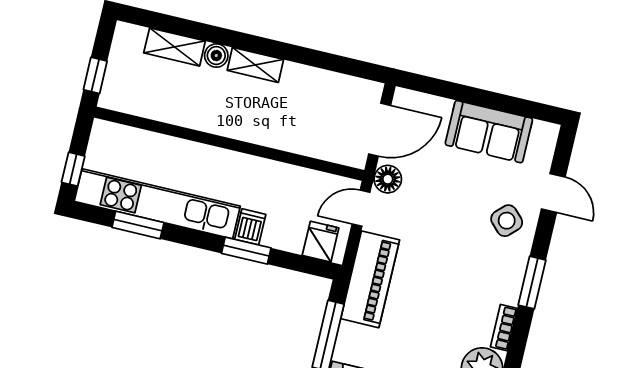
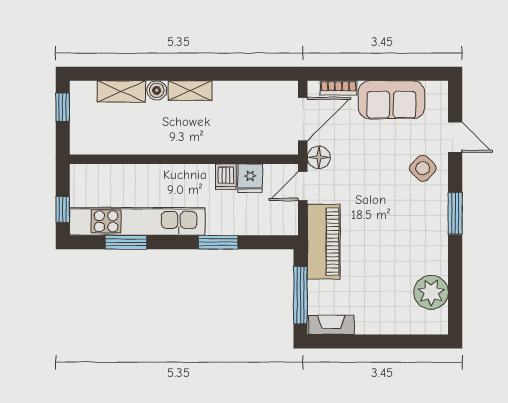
window: (95, 75) -> (63, 107), moved
dishwasher: (250, 227) -> (226, 177), moved, turned 180
fridge: (321, 242) -> (250, 178), moved, turned 180
bookcase: (504, 328) -> (338, 88), moved, turned -90

